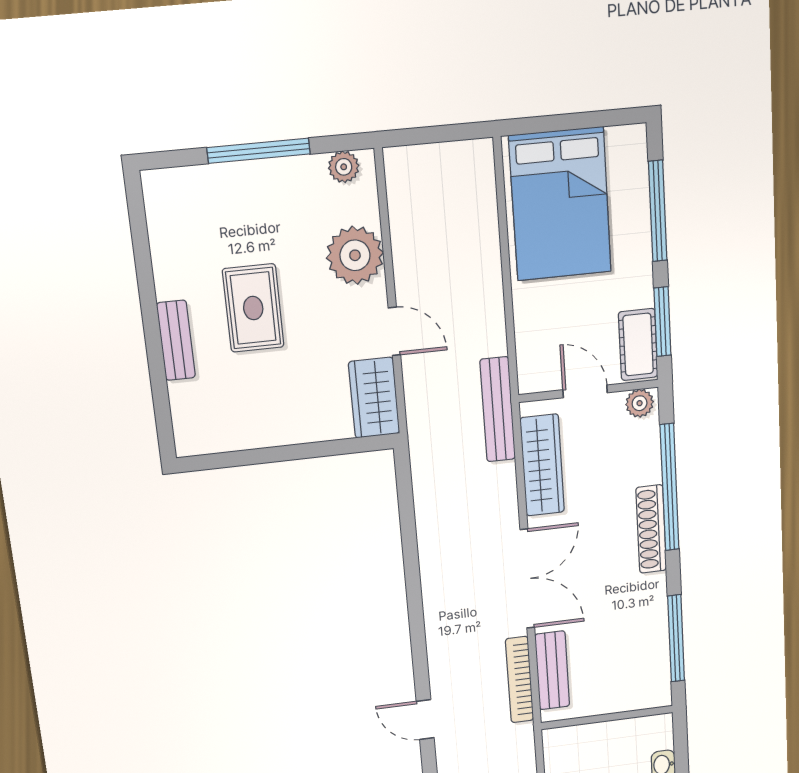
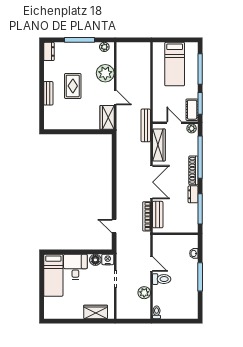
dresser: (161, 200) -> (49, 51), added
bed: (560, 204) -> (175, 64), width x0.67
dresser: (653, 599) -> (193, 194), added

